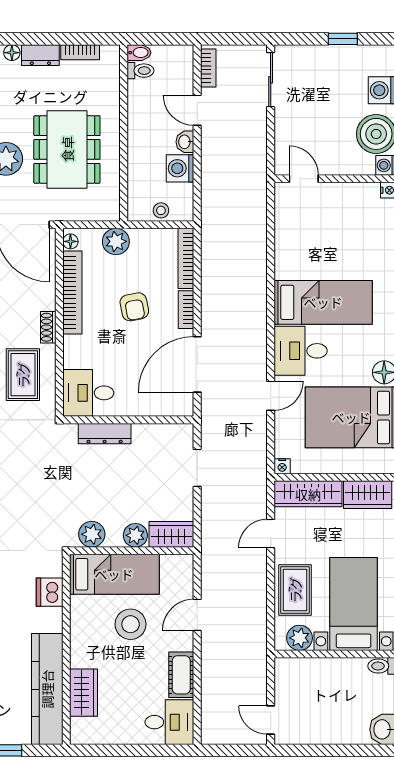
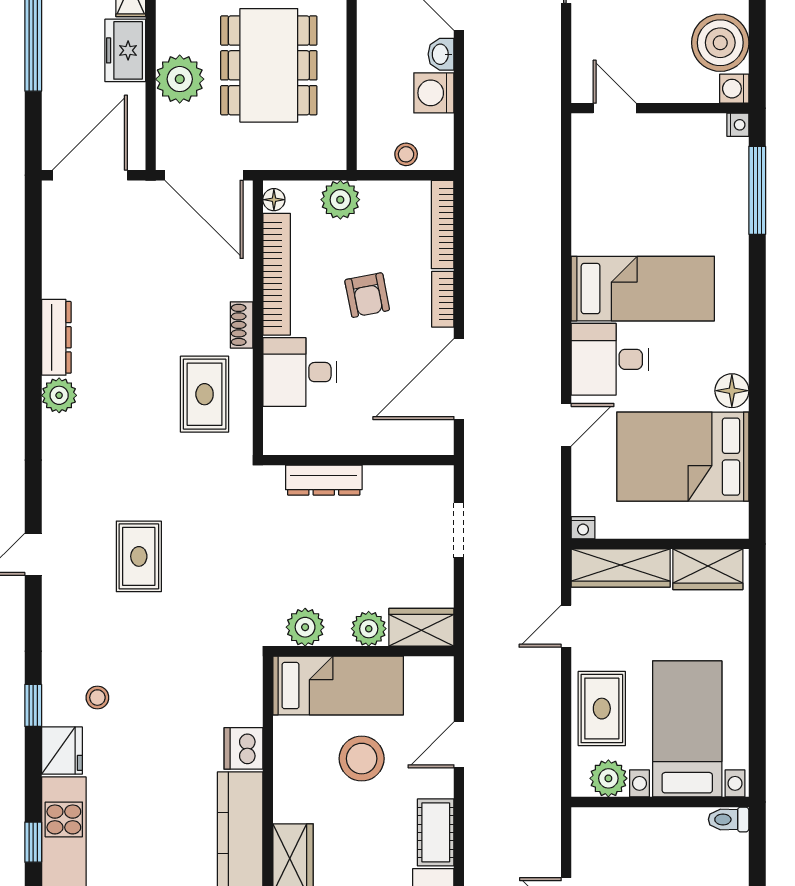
desk: (88, 393) -> (300, 372), moved
dishwasher: (50, 592) -> (243, 748), moved

